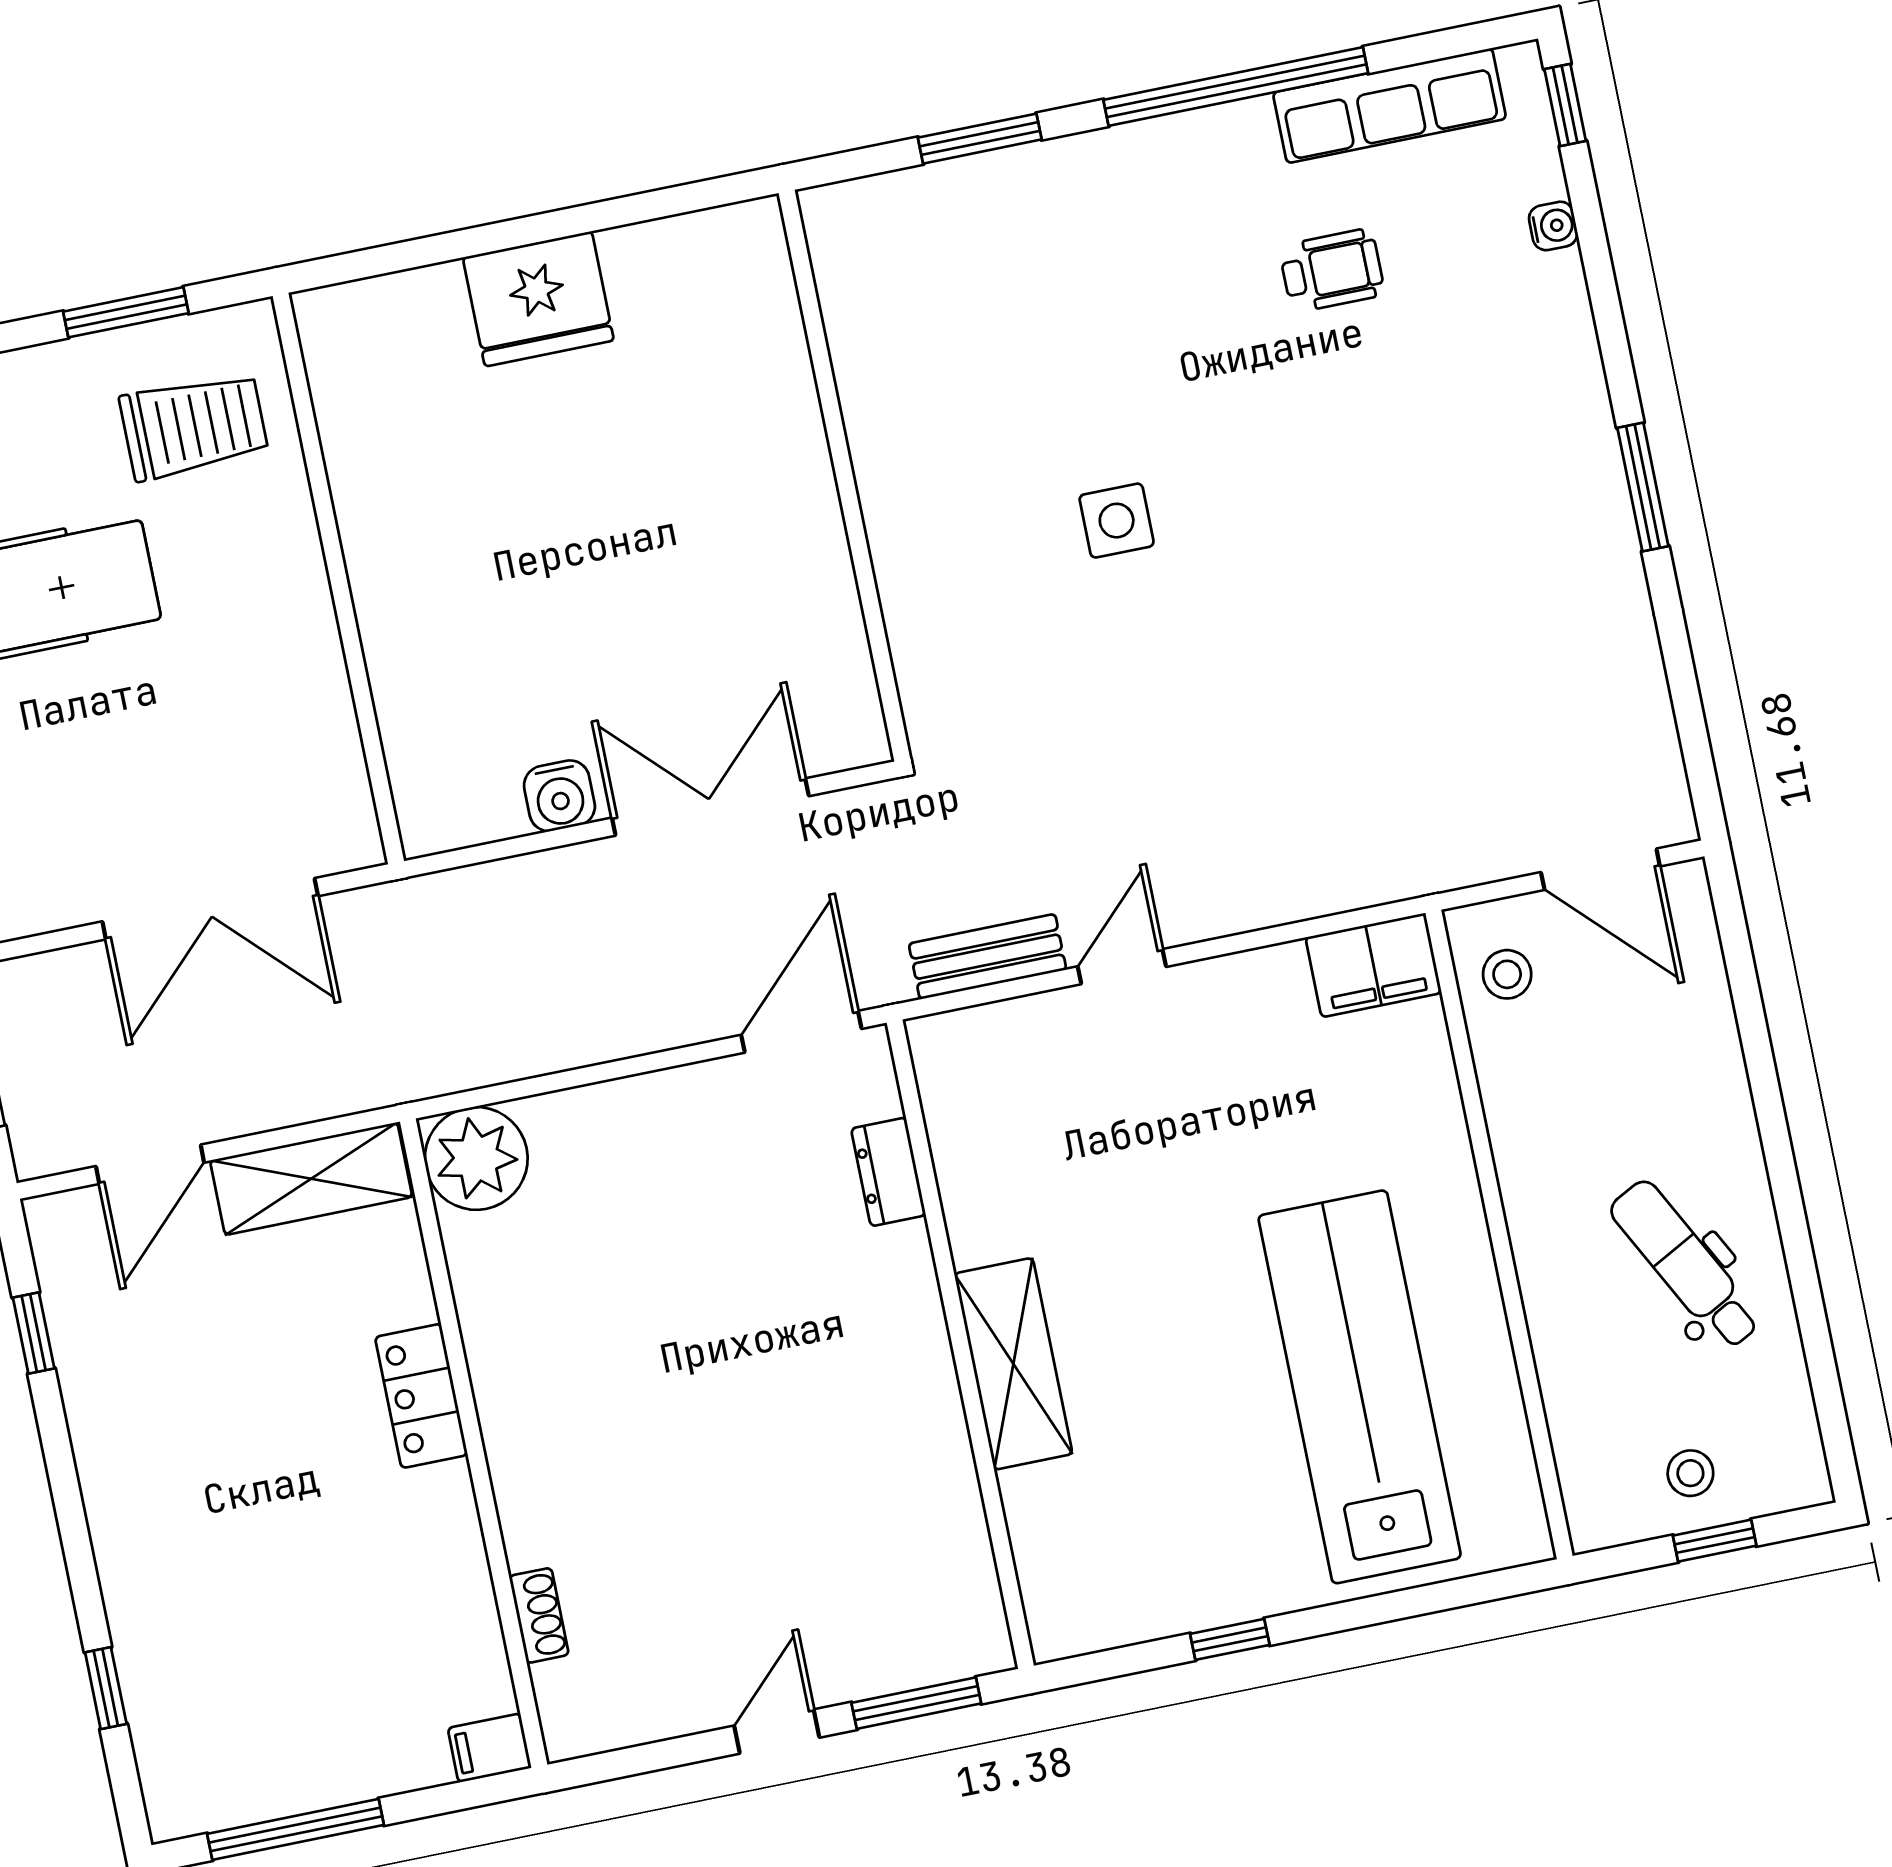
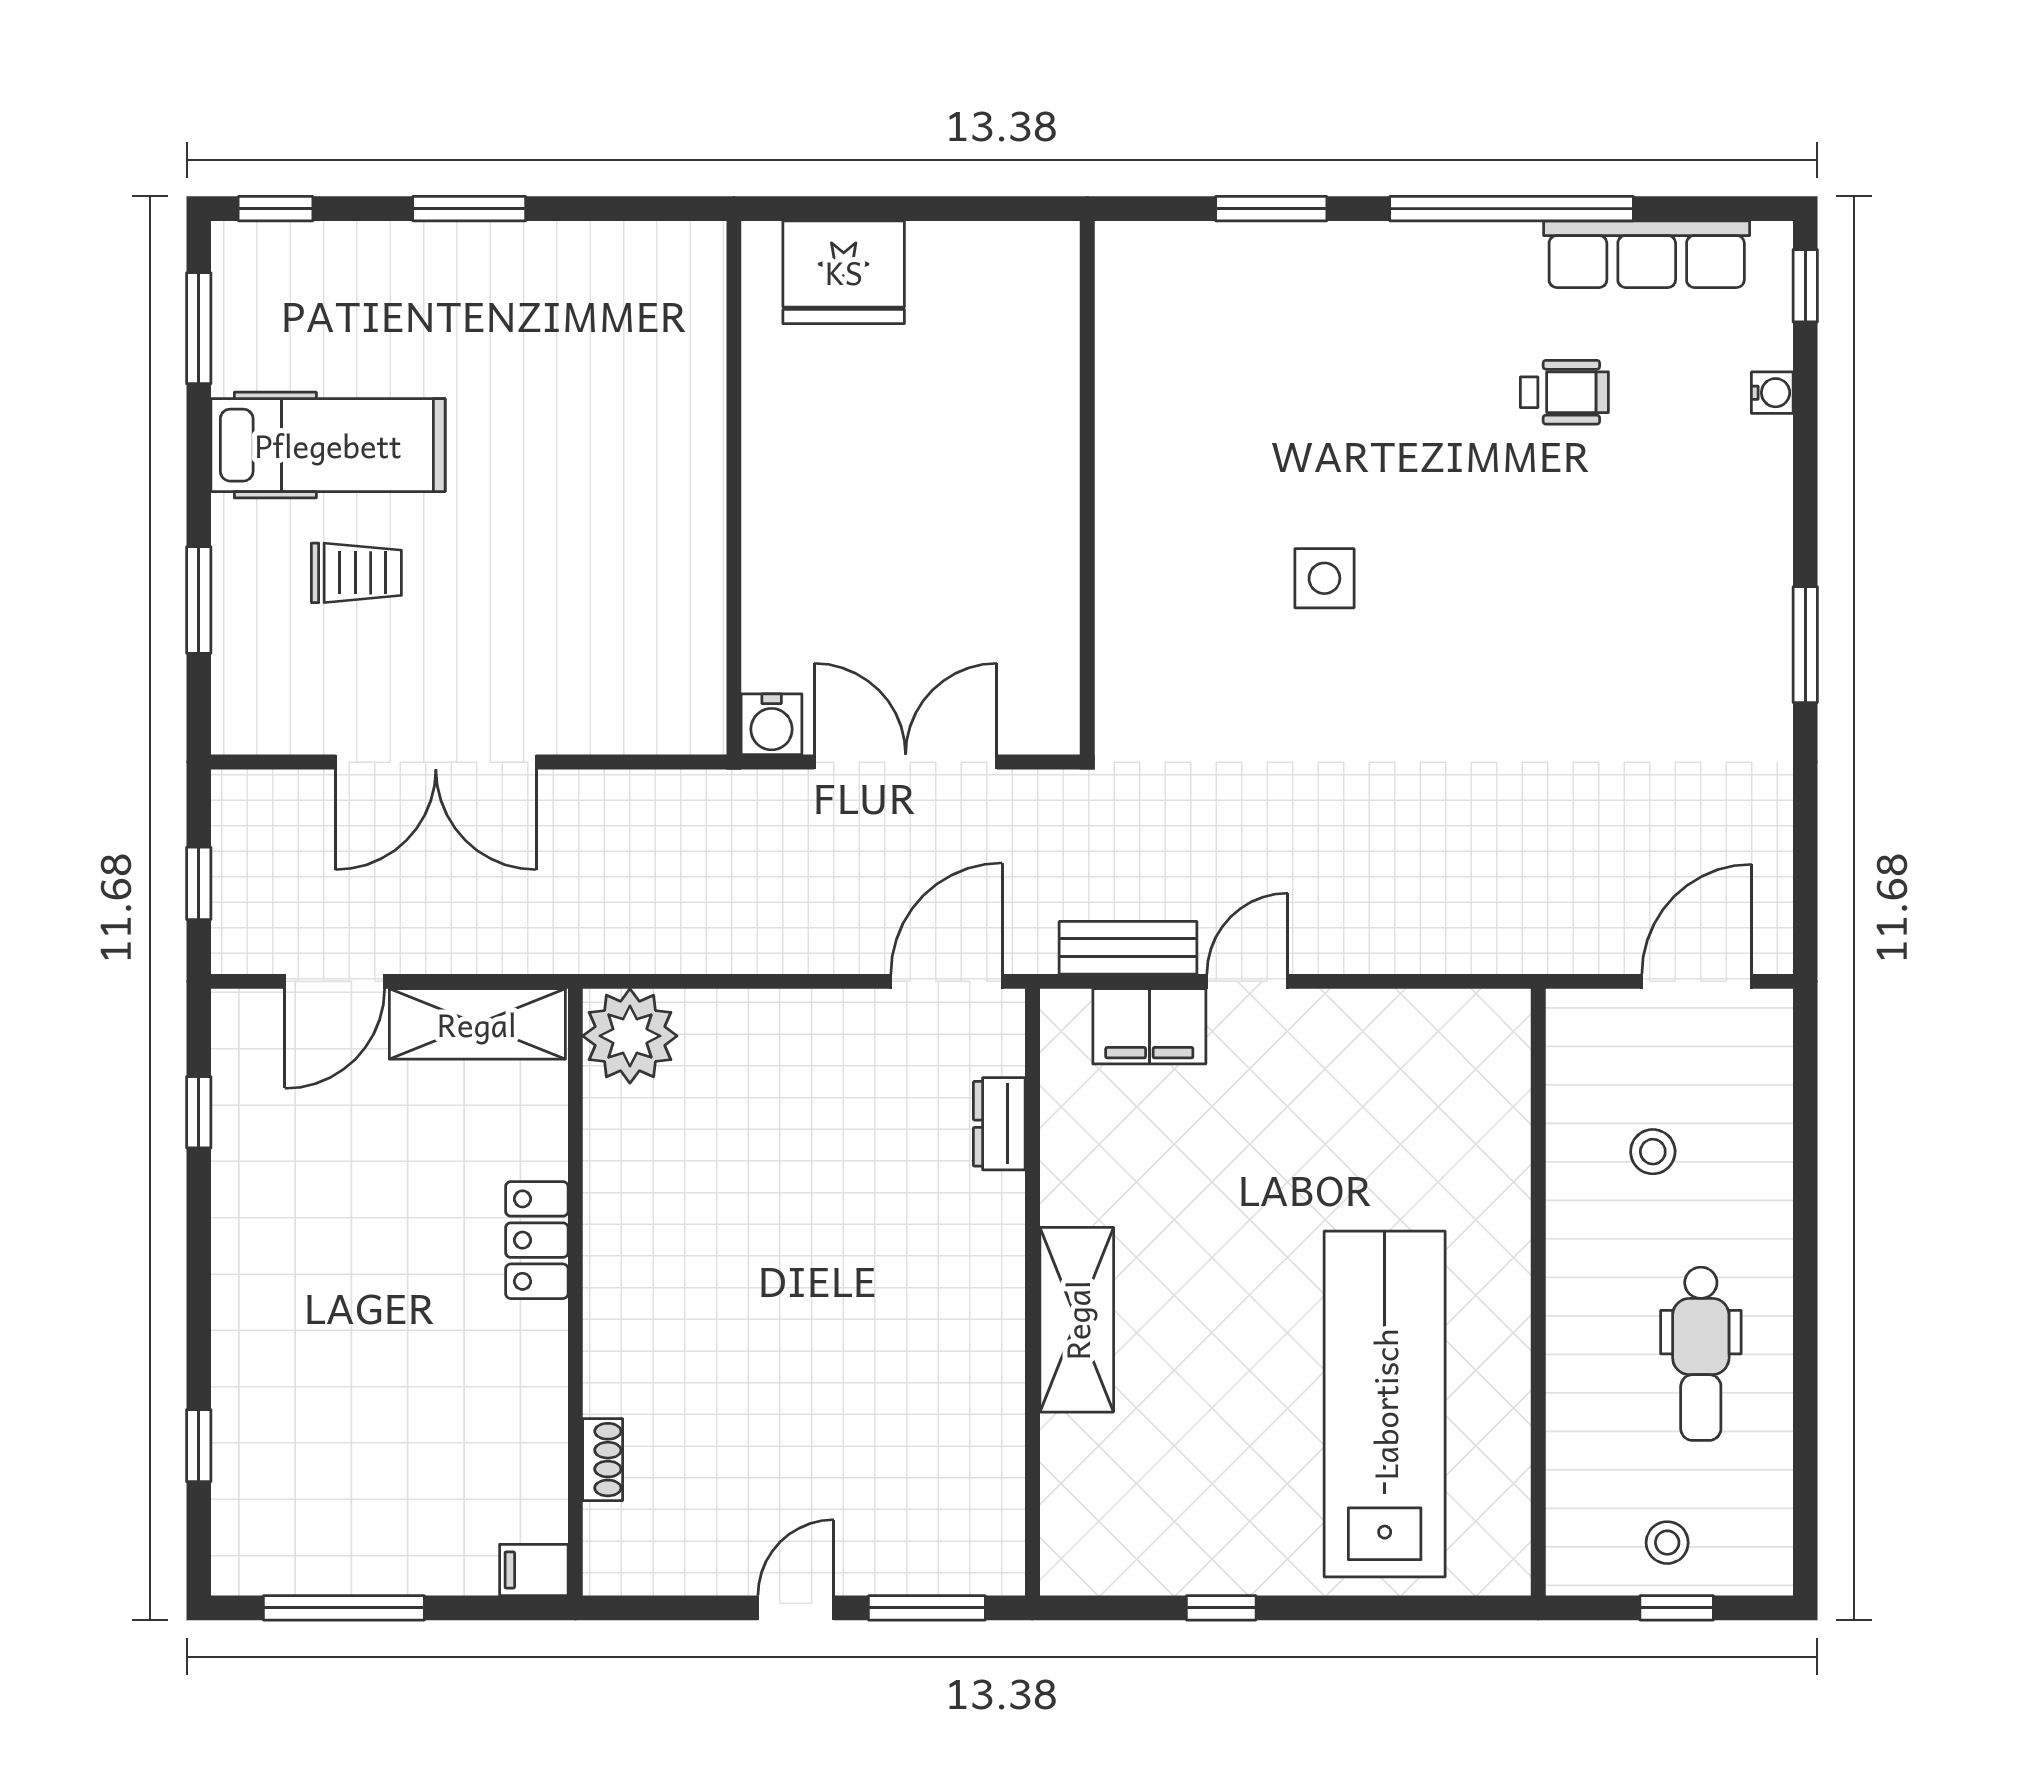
trolley: (194, 426) -> (356, 573), moved, width x0.73, depth x0.72
wall: (338, 579) -> (734, 488), moved
door: (1600, 869) -> (1697, 981), swing flipped
filing cabinet: (1373, 965) -> (1149, 1026), moved
stool: (1507, 974) -> (1653, 1152), moved
dental chair: (1685, 1265) -> (1701, 1354), turned -152

